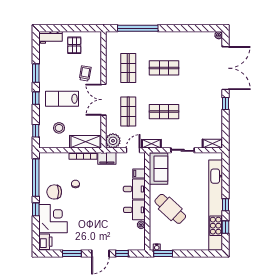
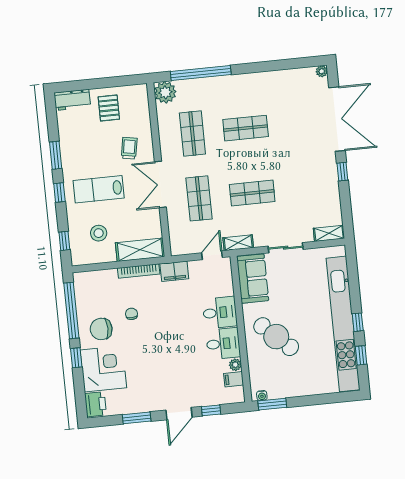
plant: (113, 141) -> (165, 92), moved
filing cabinet: (139, 173) -> (234, 379), moved

